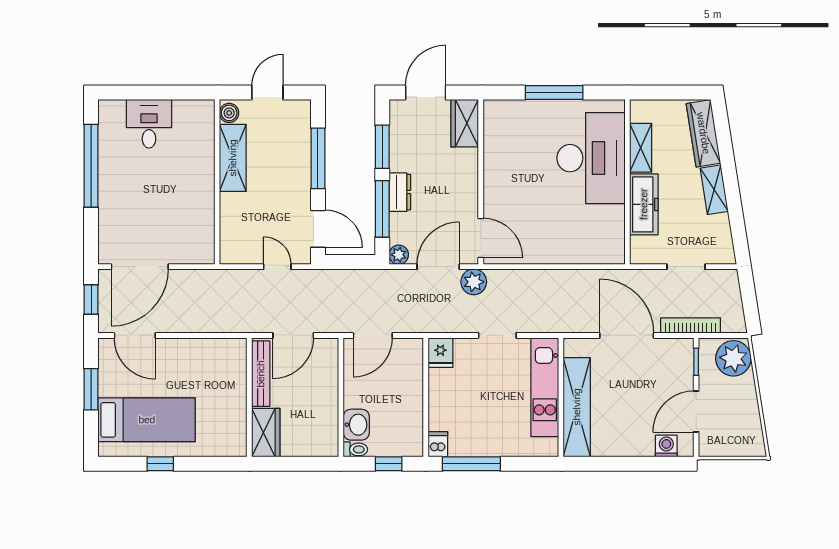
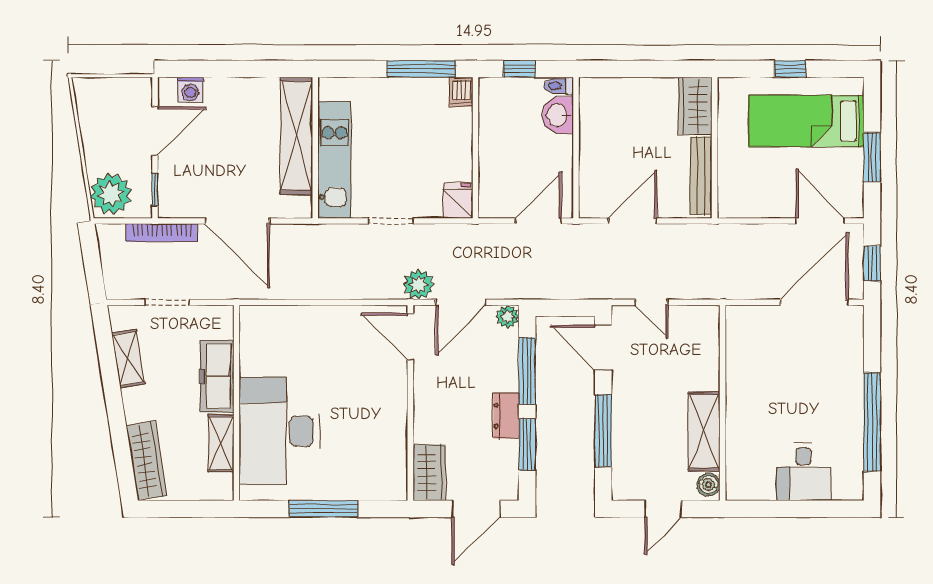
shelving: (714, 190) -> (128, 358), moved
dresser: (400, 192) -> (506, 416), moved
bench: (261, 374) -> (701, 176), moved
wall: (249, 397) -> (715, 148), moved
wardrobe: (266, 433) -> (695, 106), moved

